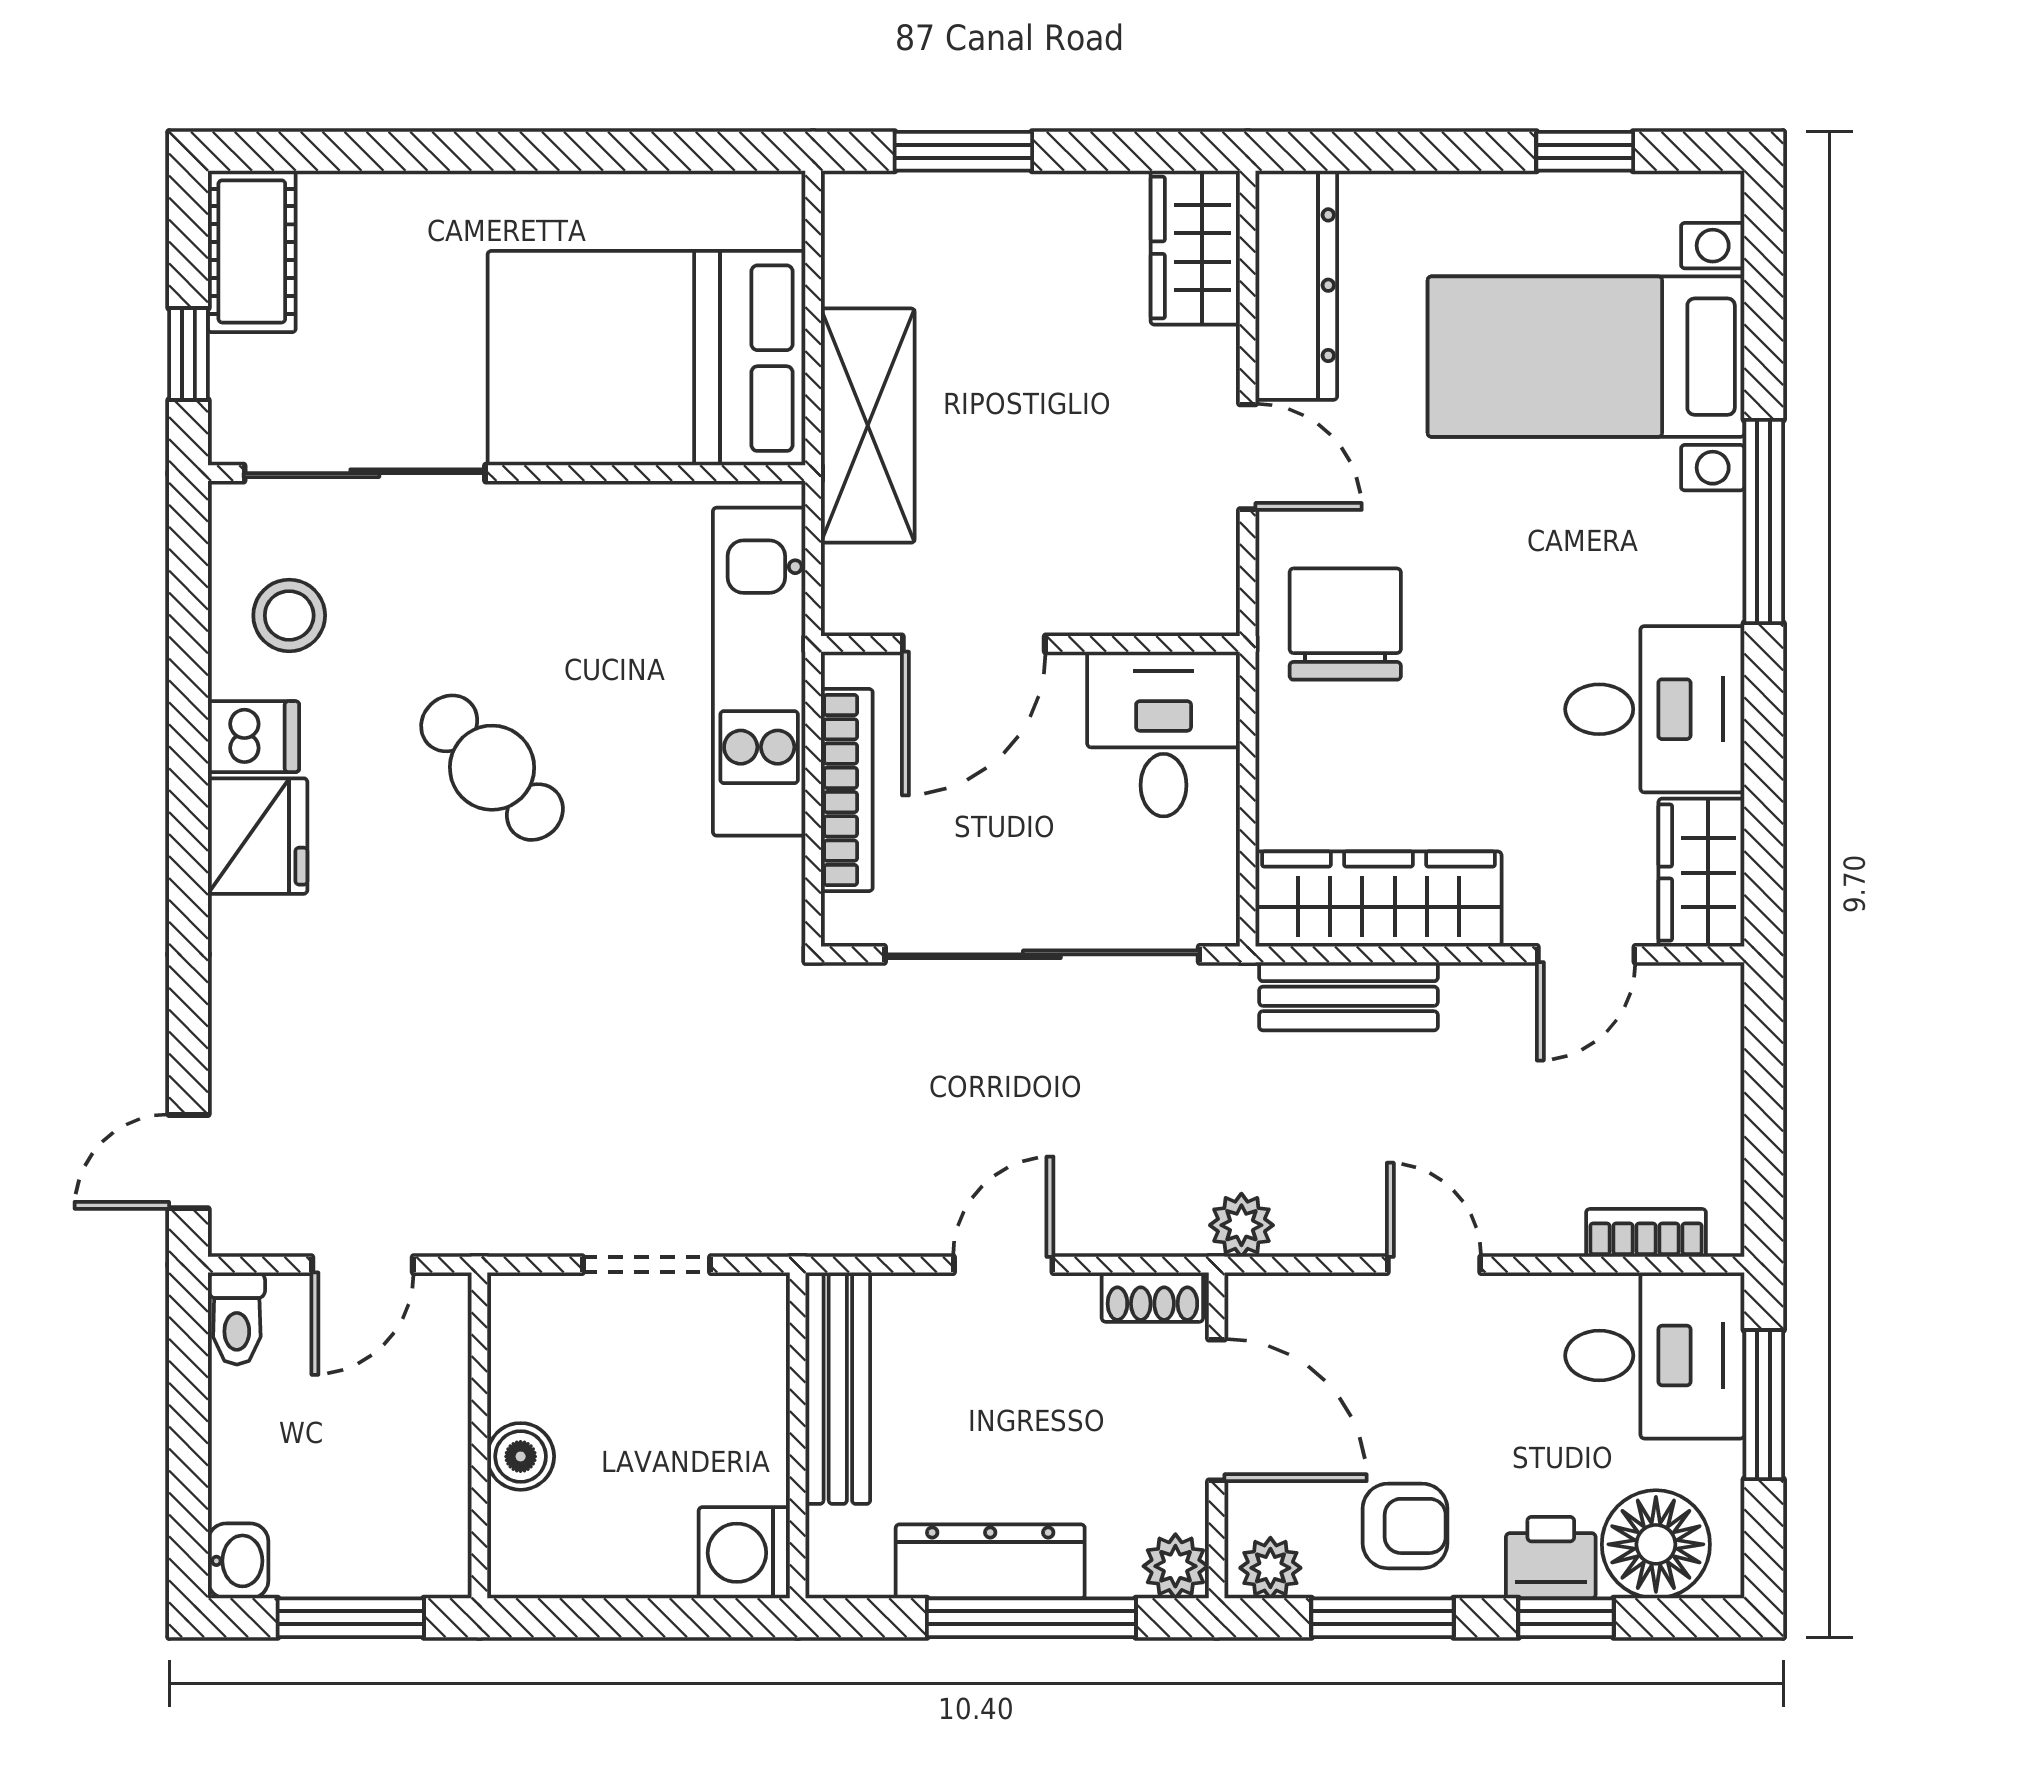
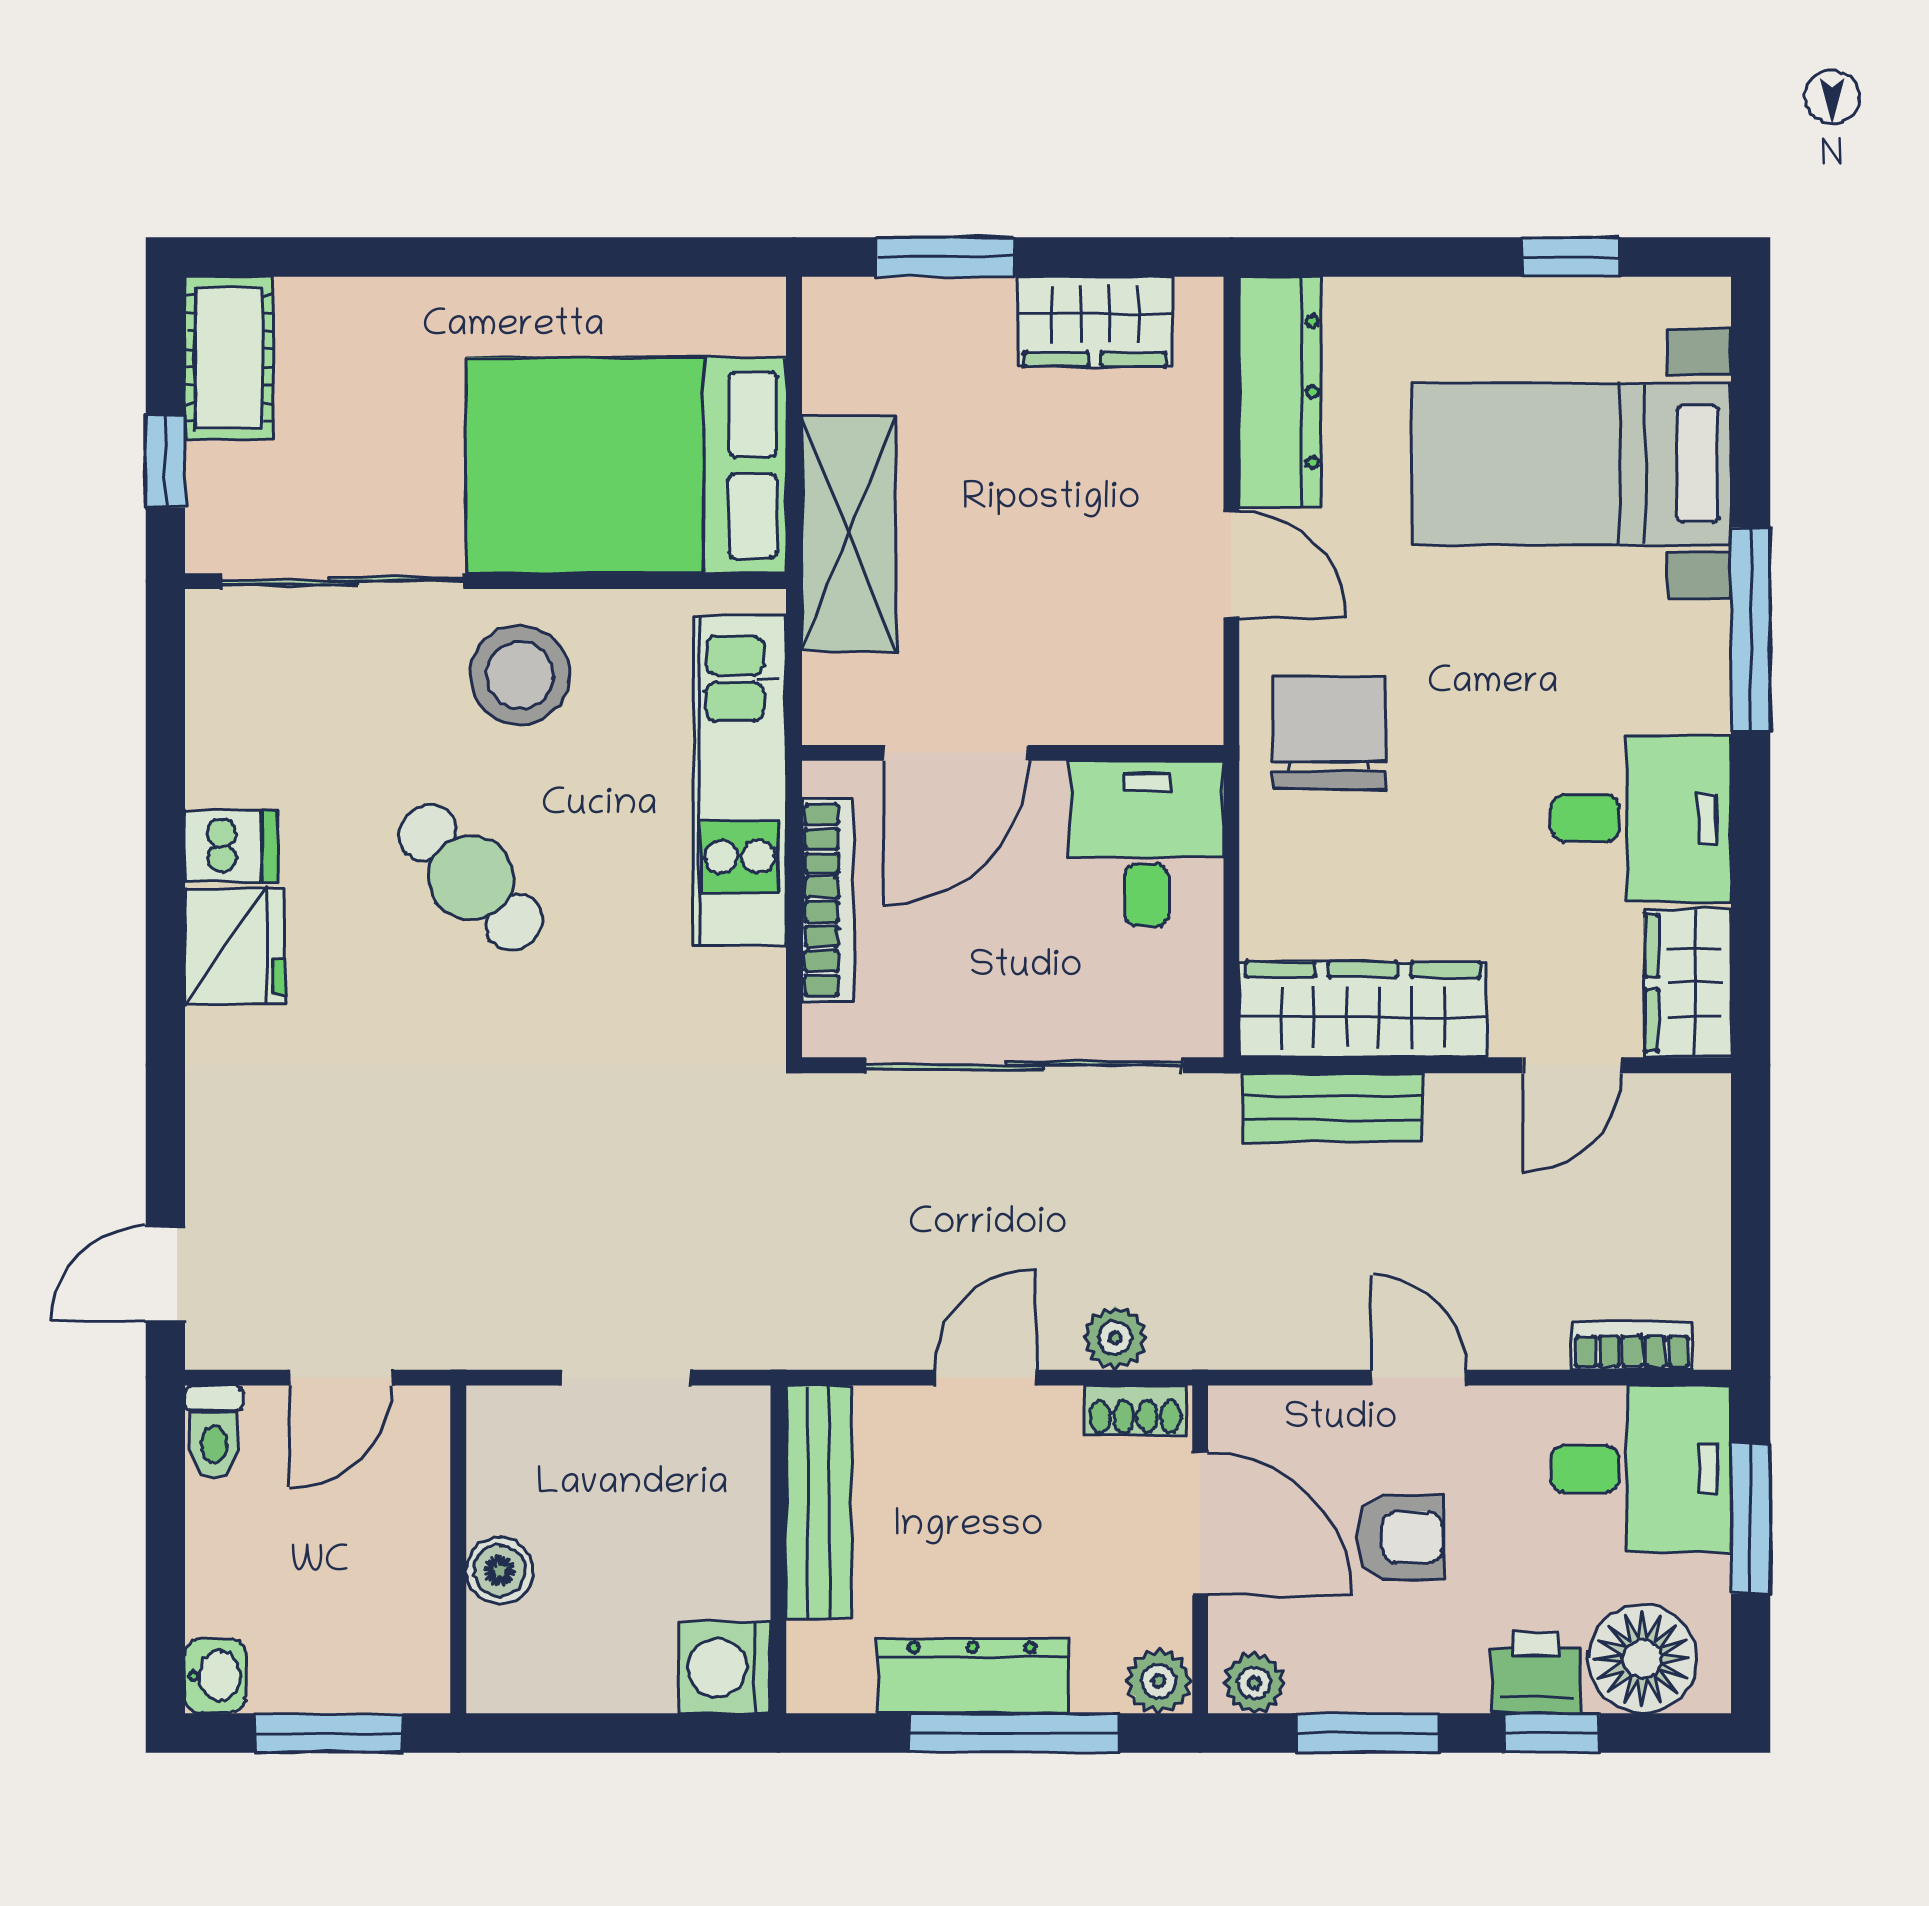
wardrobe: (1195, 248) -> (1095, 321), moved, turned -90
stool: (289, 615) -> (520, 675), moved, width x1.38, depth x1.38
plant: (1241, 1225) -> (1115, 1338), moved
armchair: (1405, 1526) -> (1400, 1537), moved

